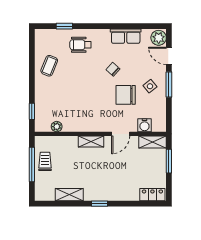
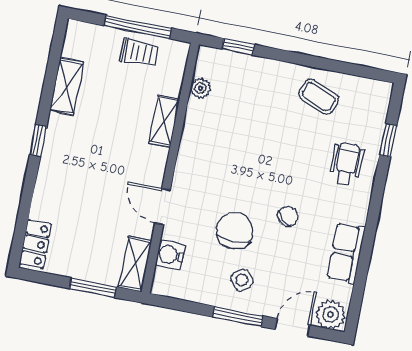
shelving: (91, 142) -> (164, 121), moved

